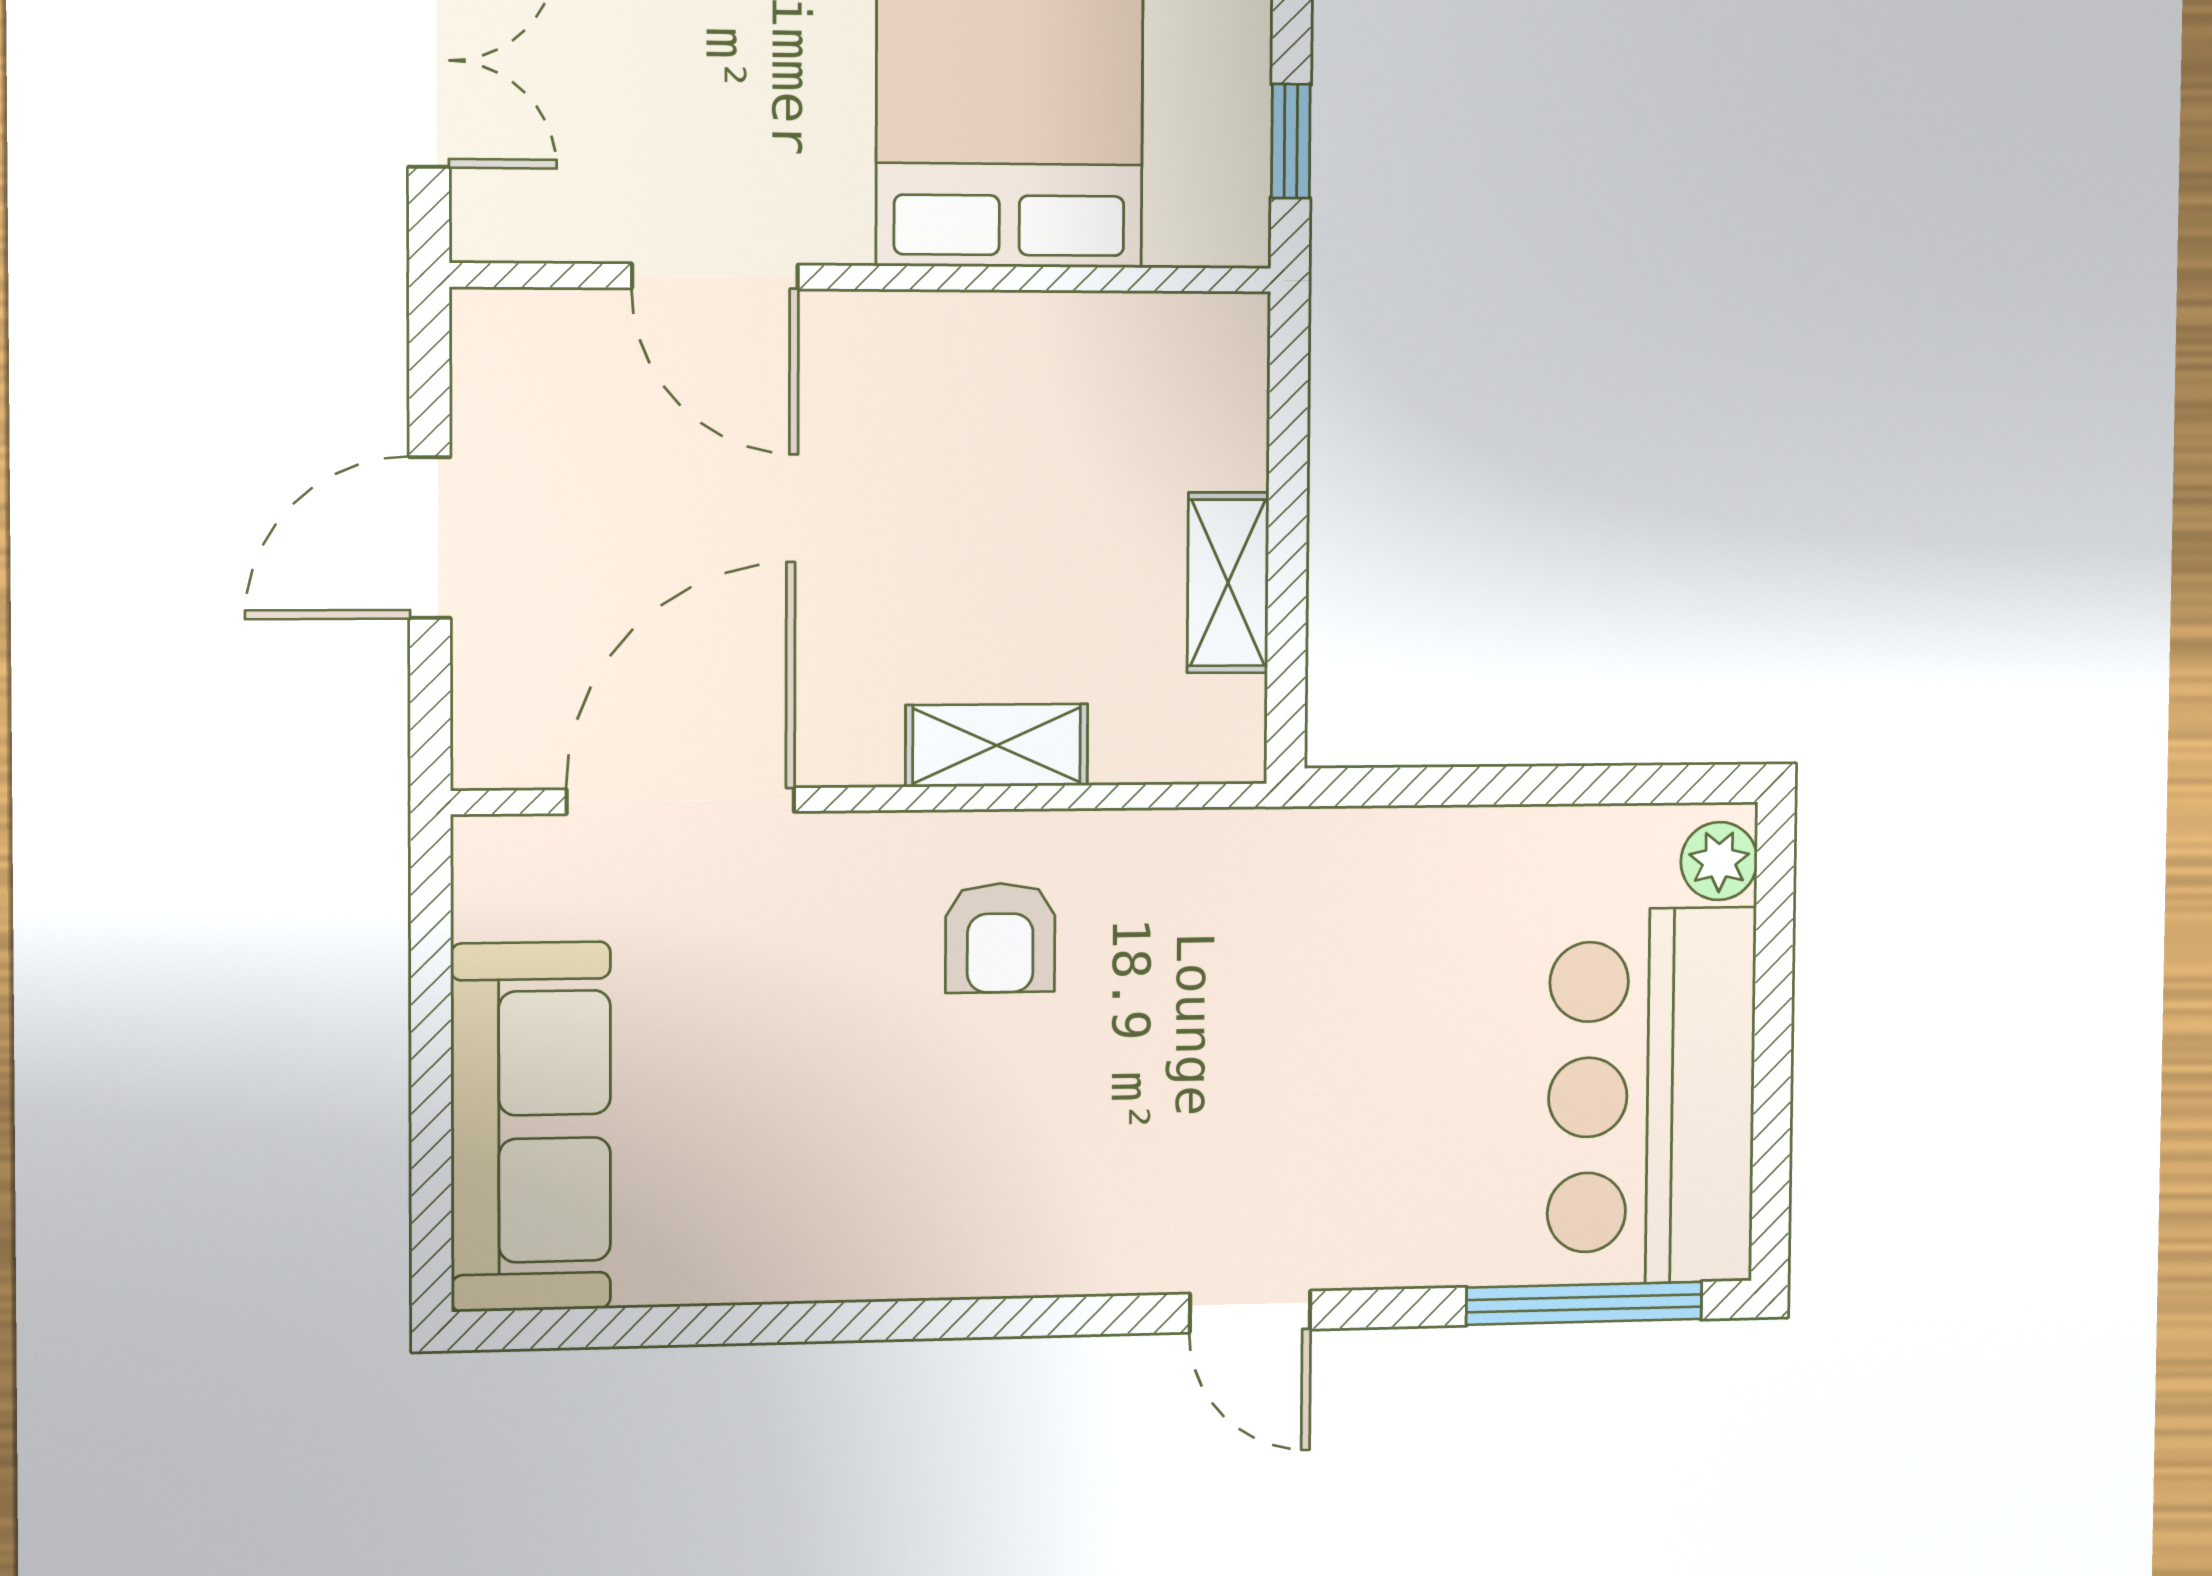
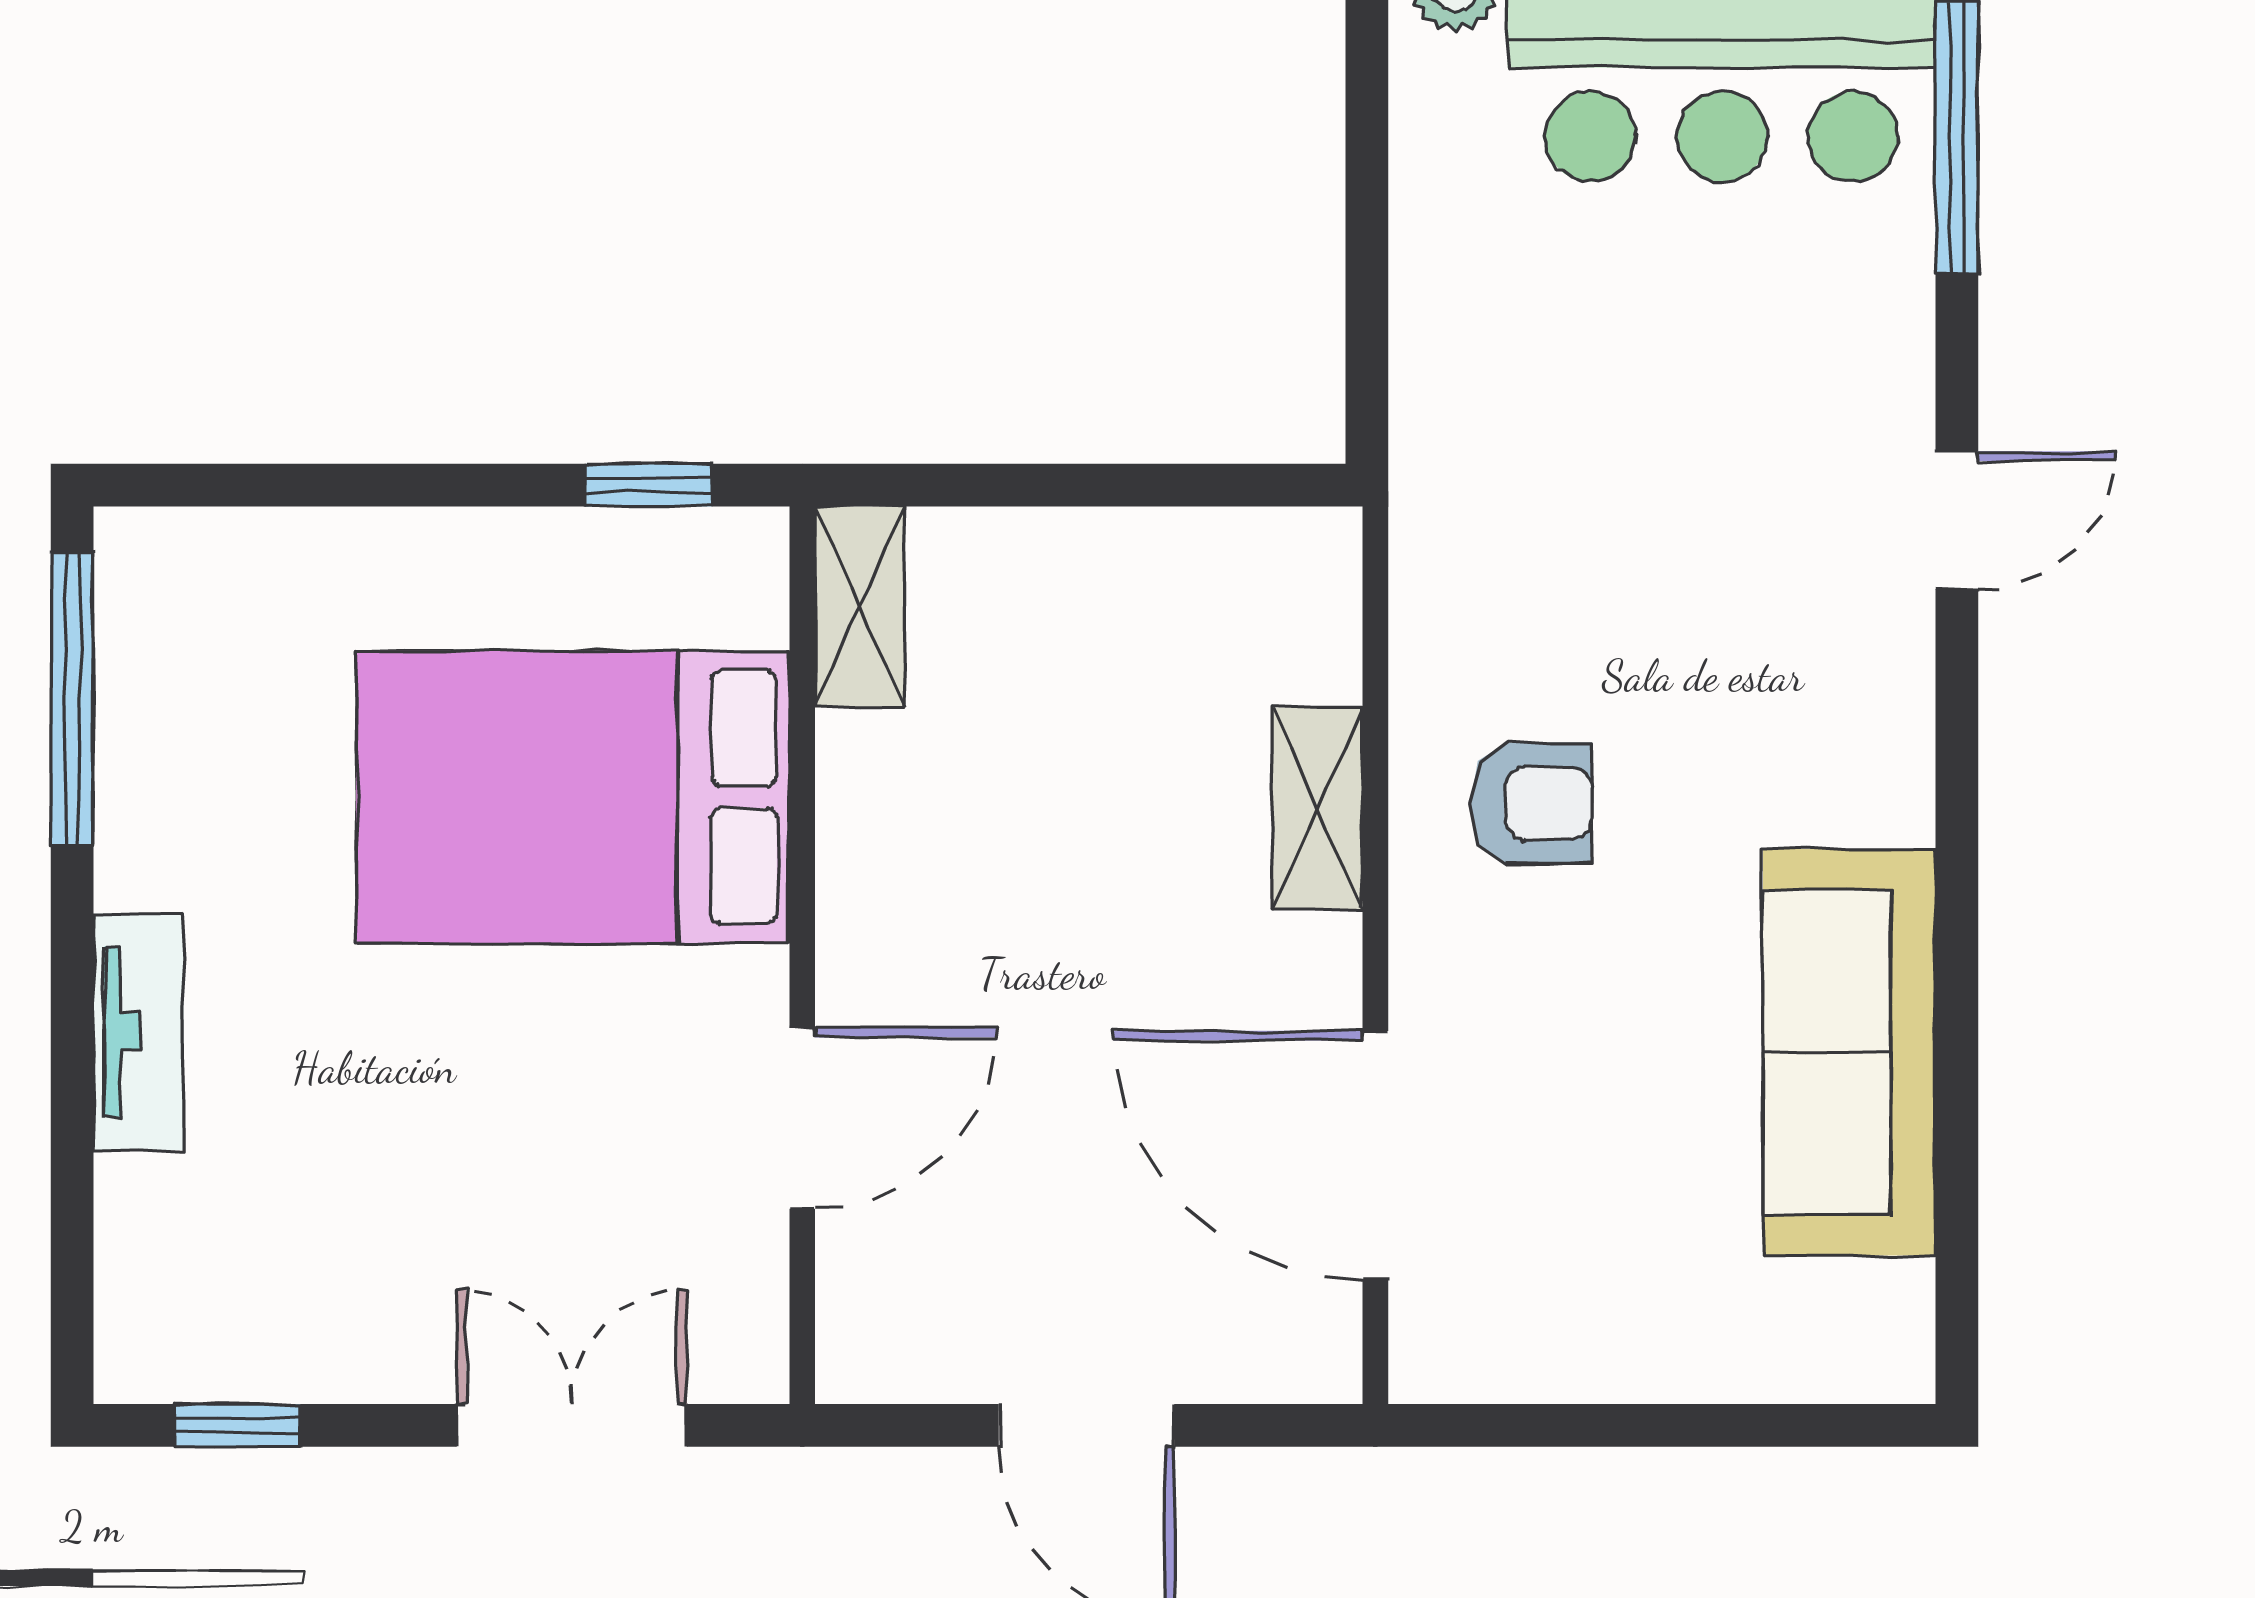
shelving: (1228, 583) -> (860, 607), moved, turned 90
sofa: (531, 1127) -> (1849, 1052), moved, turned -90

